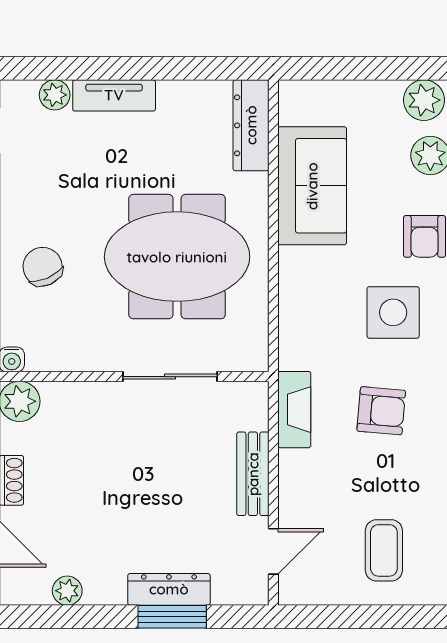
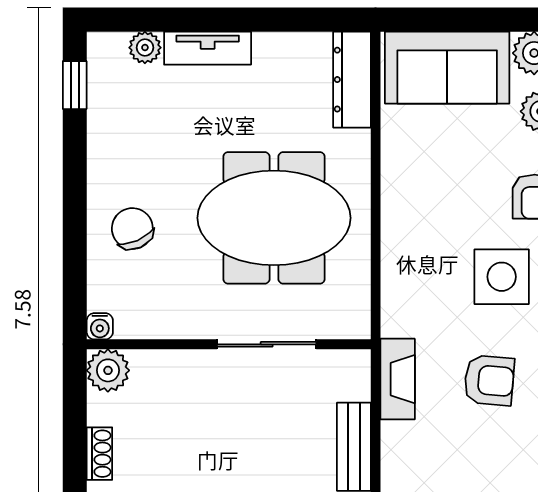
sofa: (312, 186) -> (447, 68), moved, turned 90

